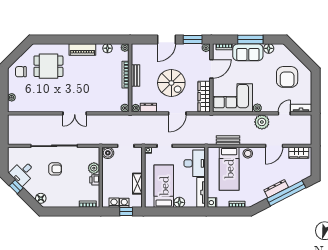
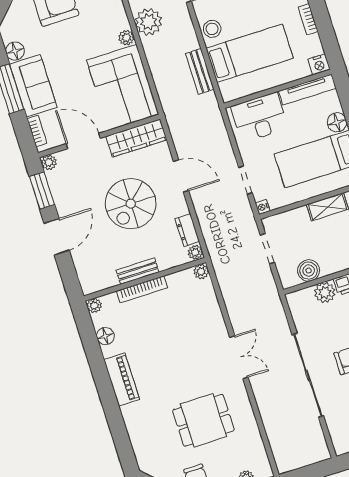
door: (166, 39) -> (57, 237), hinge flipped
dining table: (48, 66) -> (203, 420), moved, turned 90
spiral stairs: (171, 83) -> (131, 204), turned 180
boiler: (108, 153) -> (309, 271), moved

